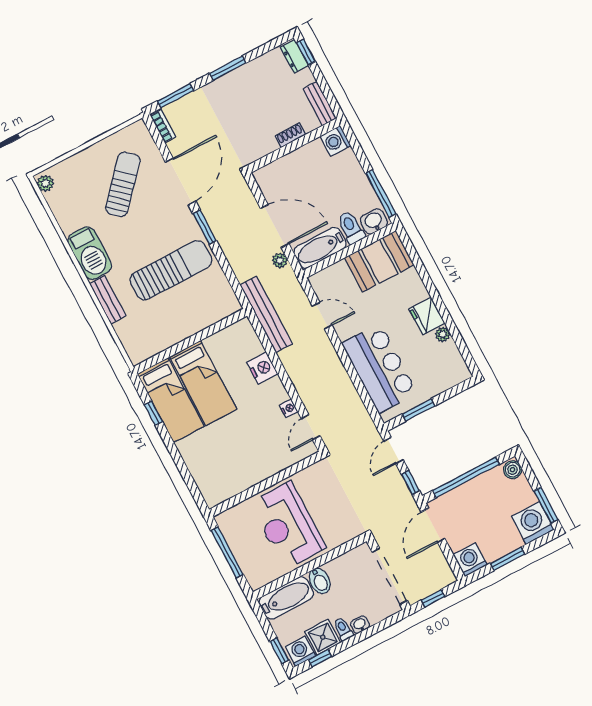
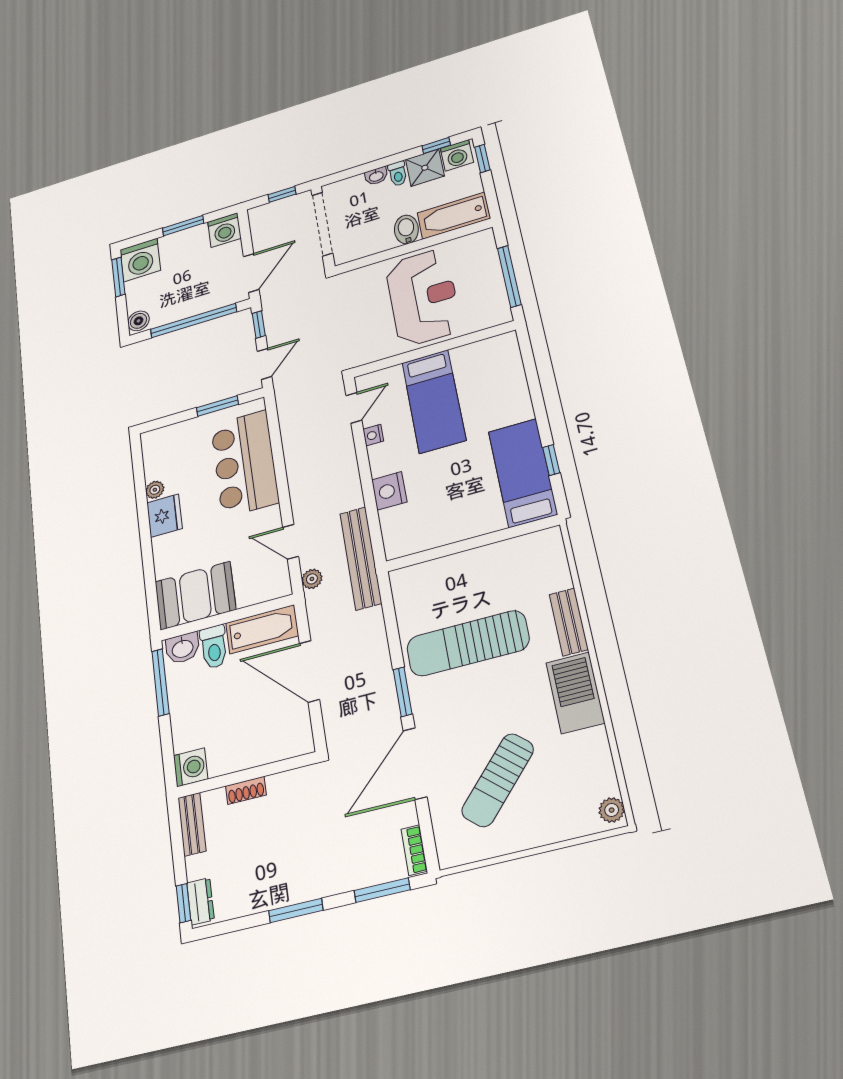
plant: (280, 260) -> (312, 579), moved
bed: (203, 383) -> (434, 401), moved, turned 180

